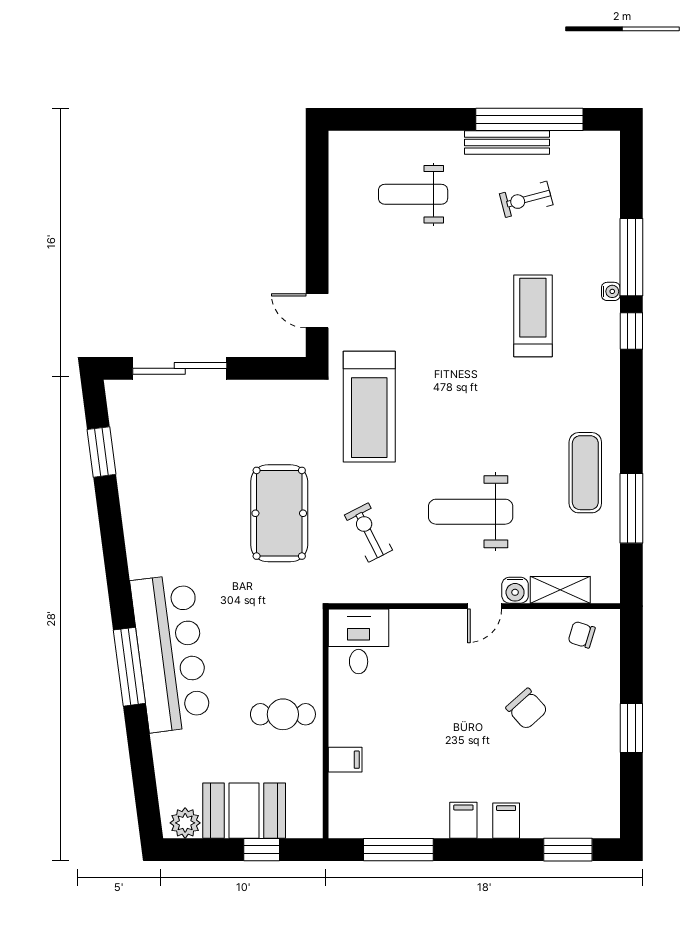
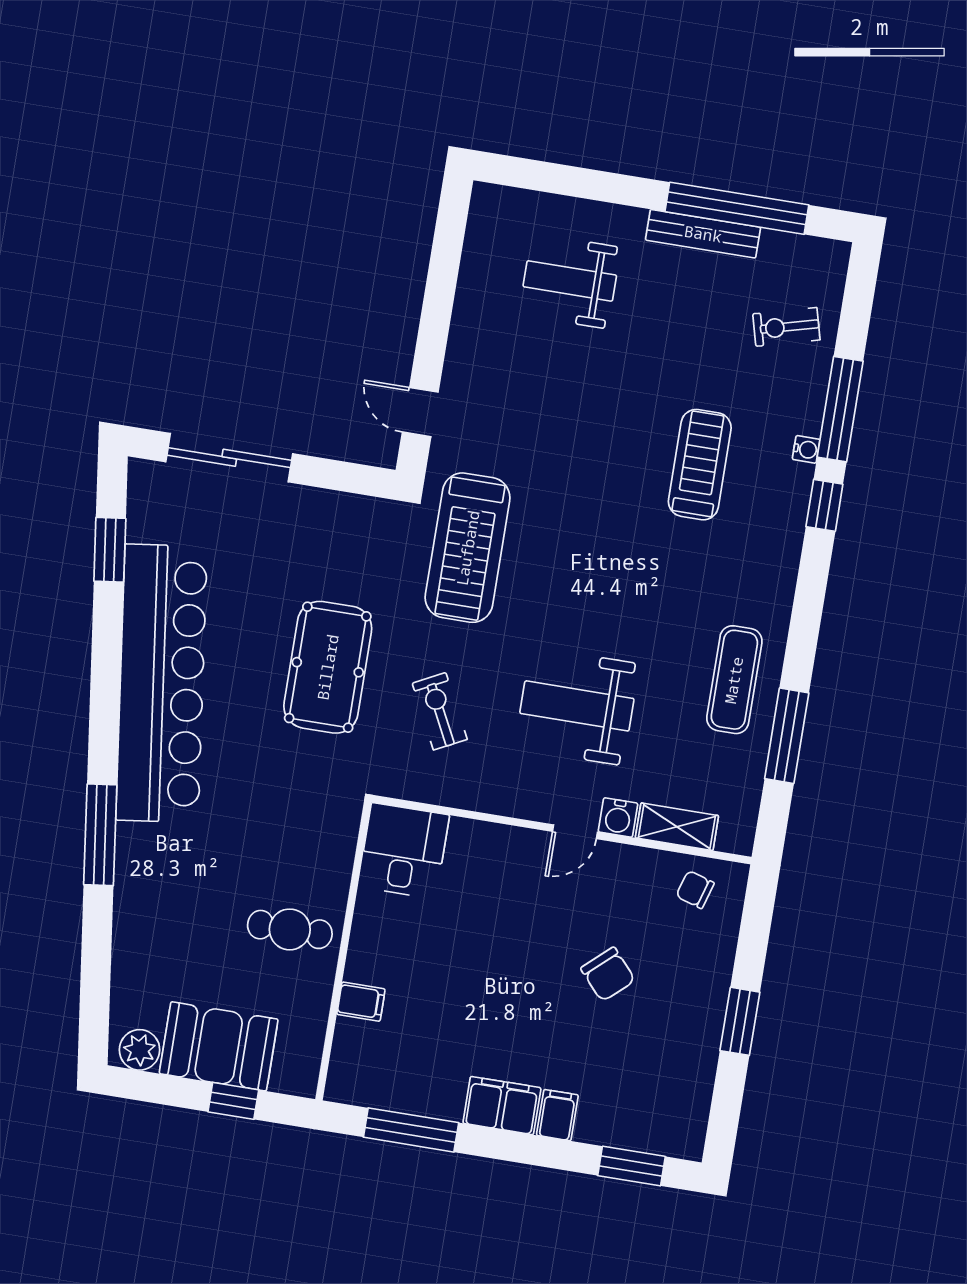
exercise bike: (526, 199) -> (786, 327), moved
bar counter: (171, 653) -> (162, 683), moved, width x1.36
filing cabinet: (463, 820) -> (502, 1106), width x2.00

